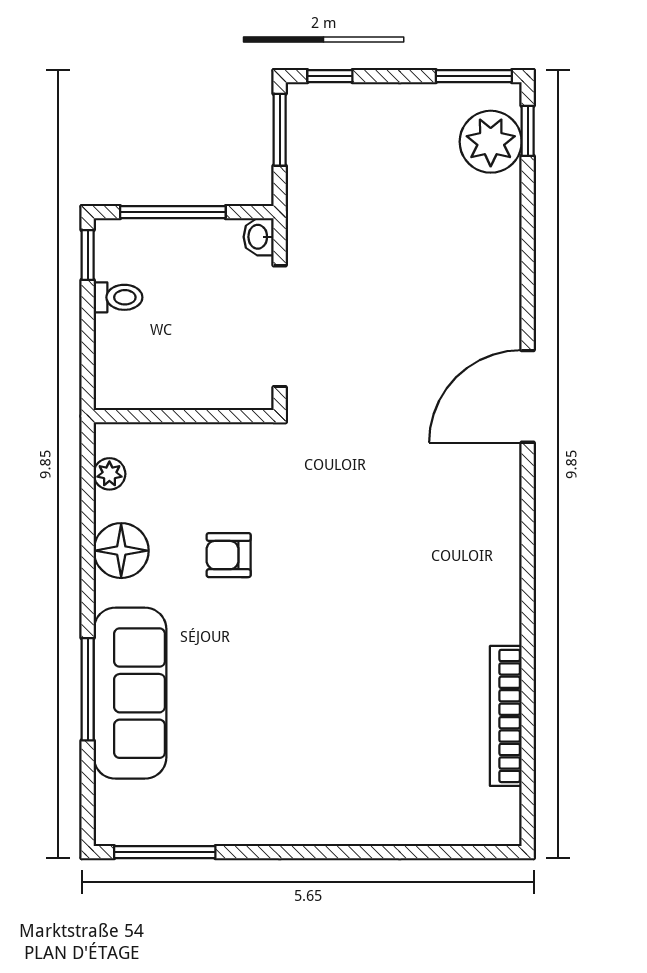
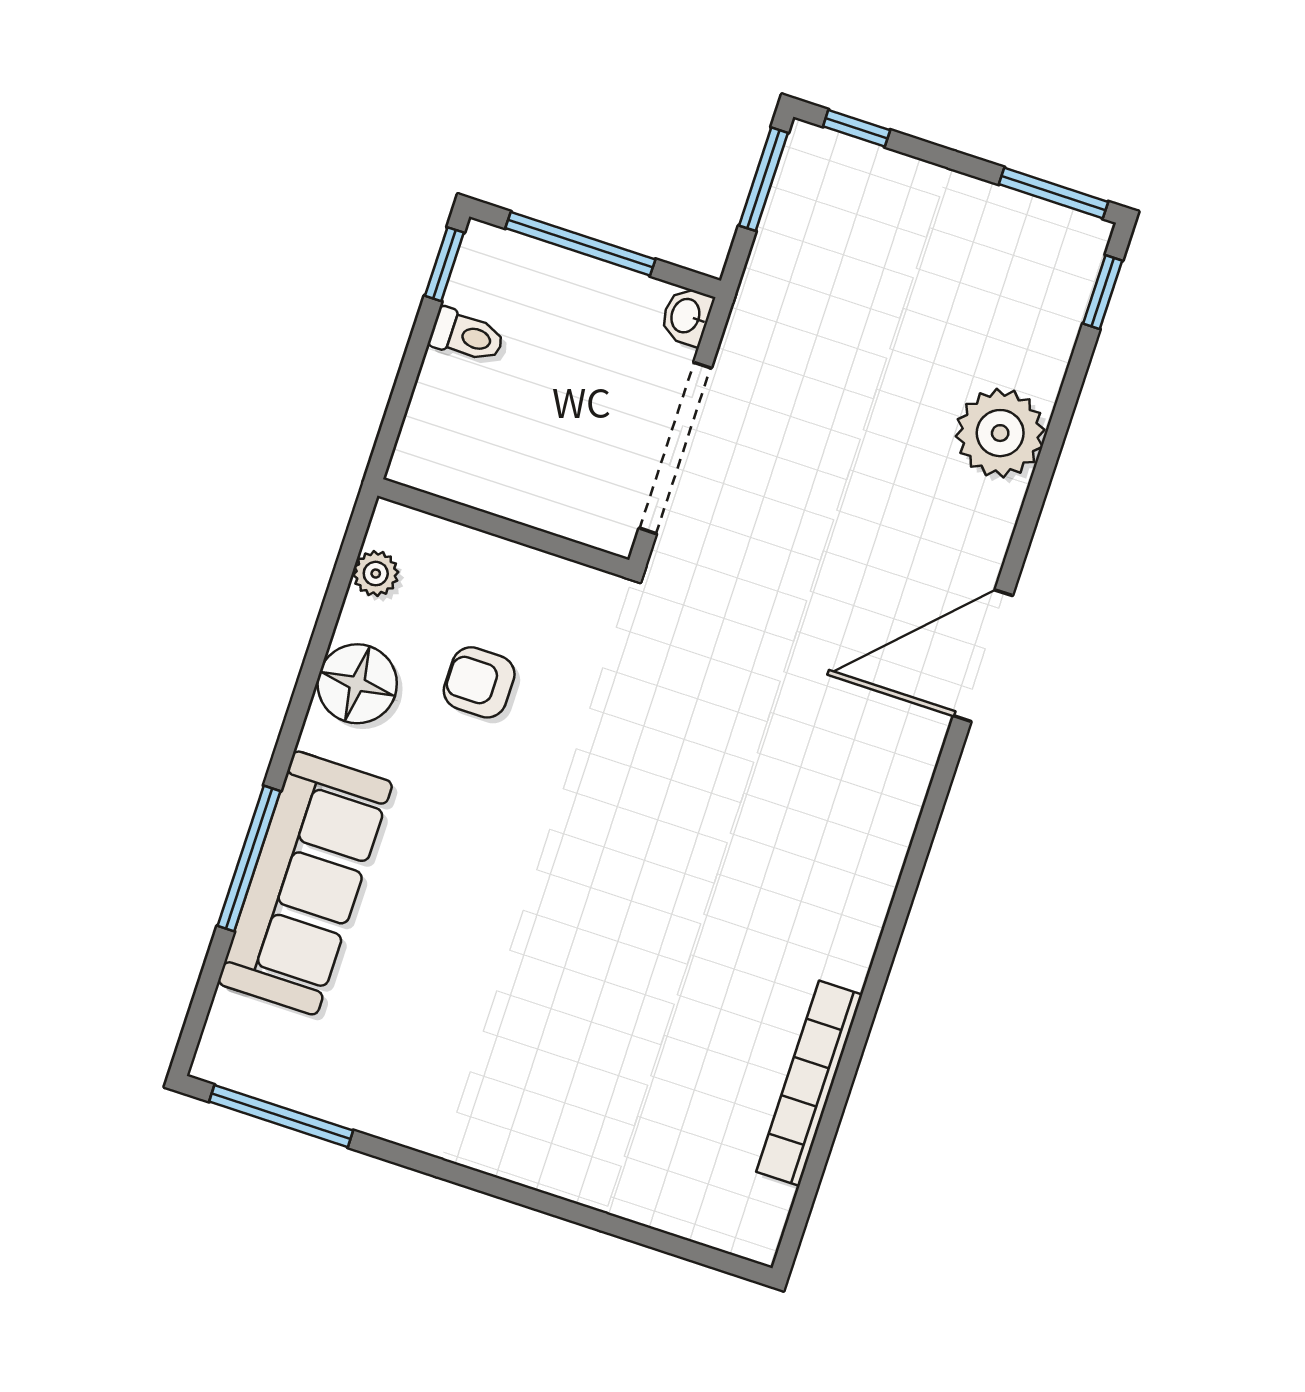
plant: (491, 142) -> (1000, 433), moved
armchair: (229, 555) -> (479, 682), moved

